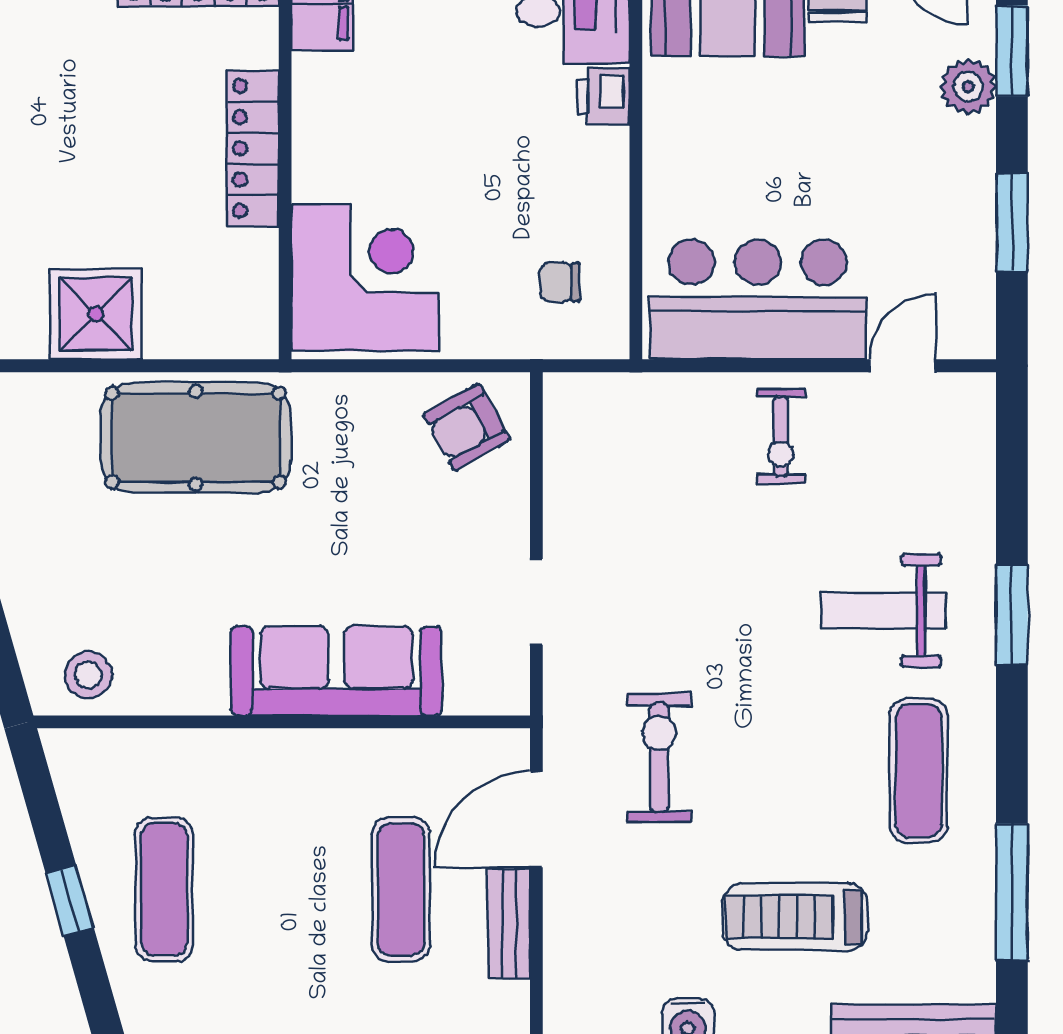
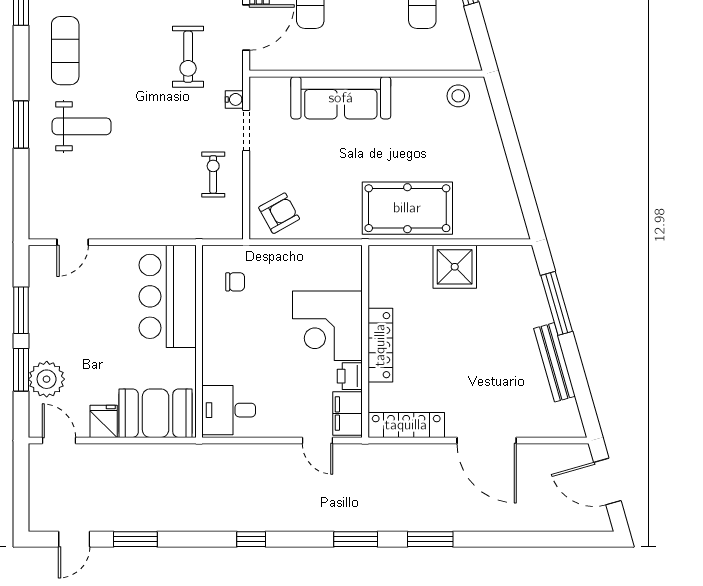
window: (1012, 51) -> (21, 370), moved
plant: (968, 87) -> (47, 379), width x1.36, depth x1.36
printer: (604, 96) -> (350, 376), moved, turned 180
corner desk: (365, 278) -> (327, 326), moved
bar counter: (758, 299) -> (168, 296), moved, turned 90
exercise bike: (781, 436) -> (213, 175), moved
water cooler: (561, 667) -> (234, 99), added

